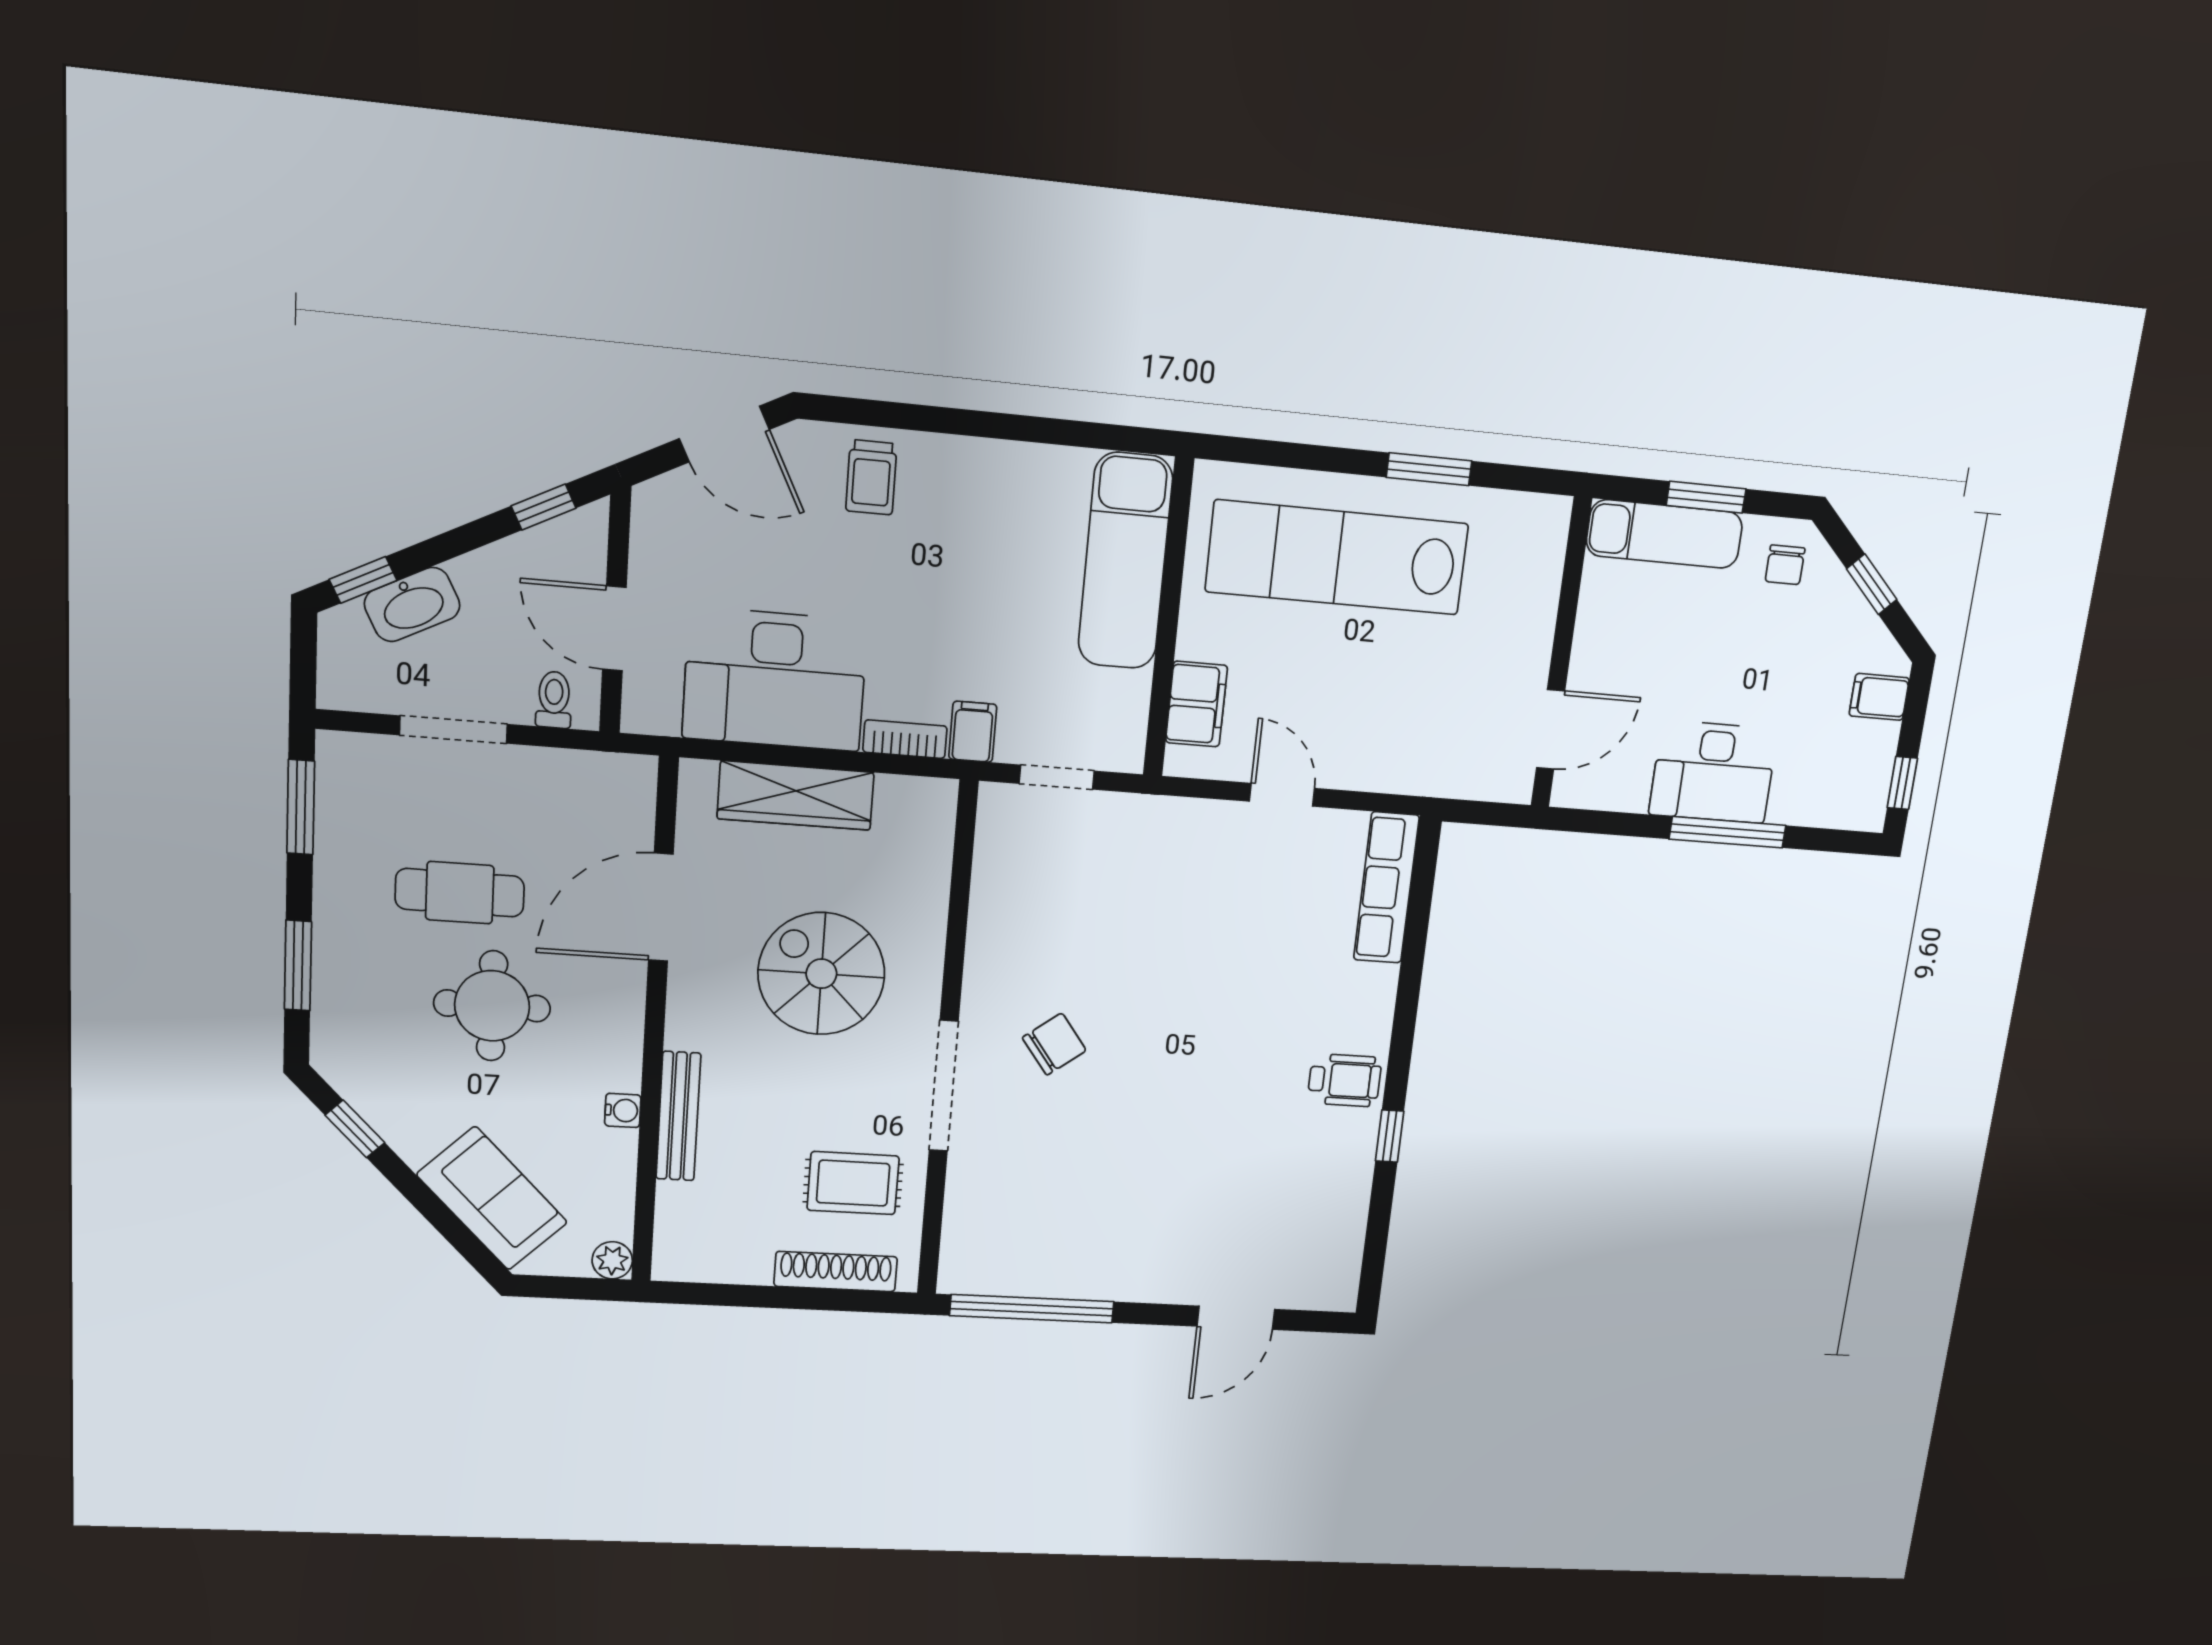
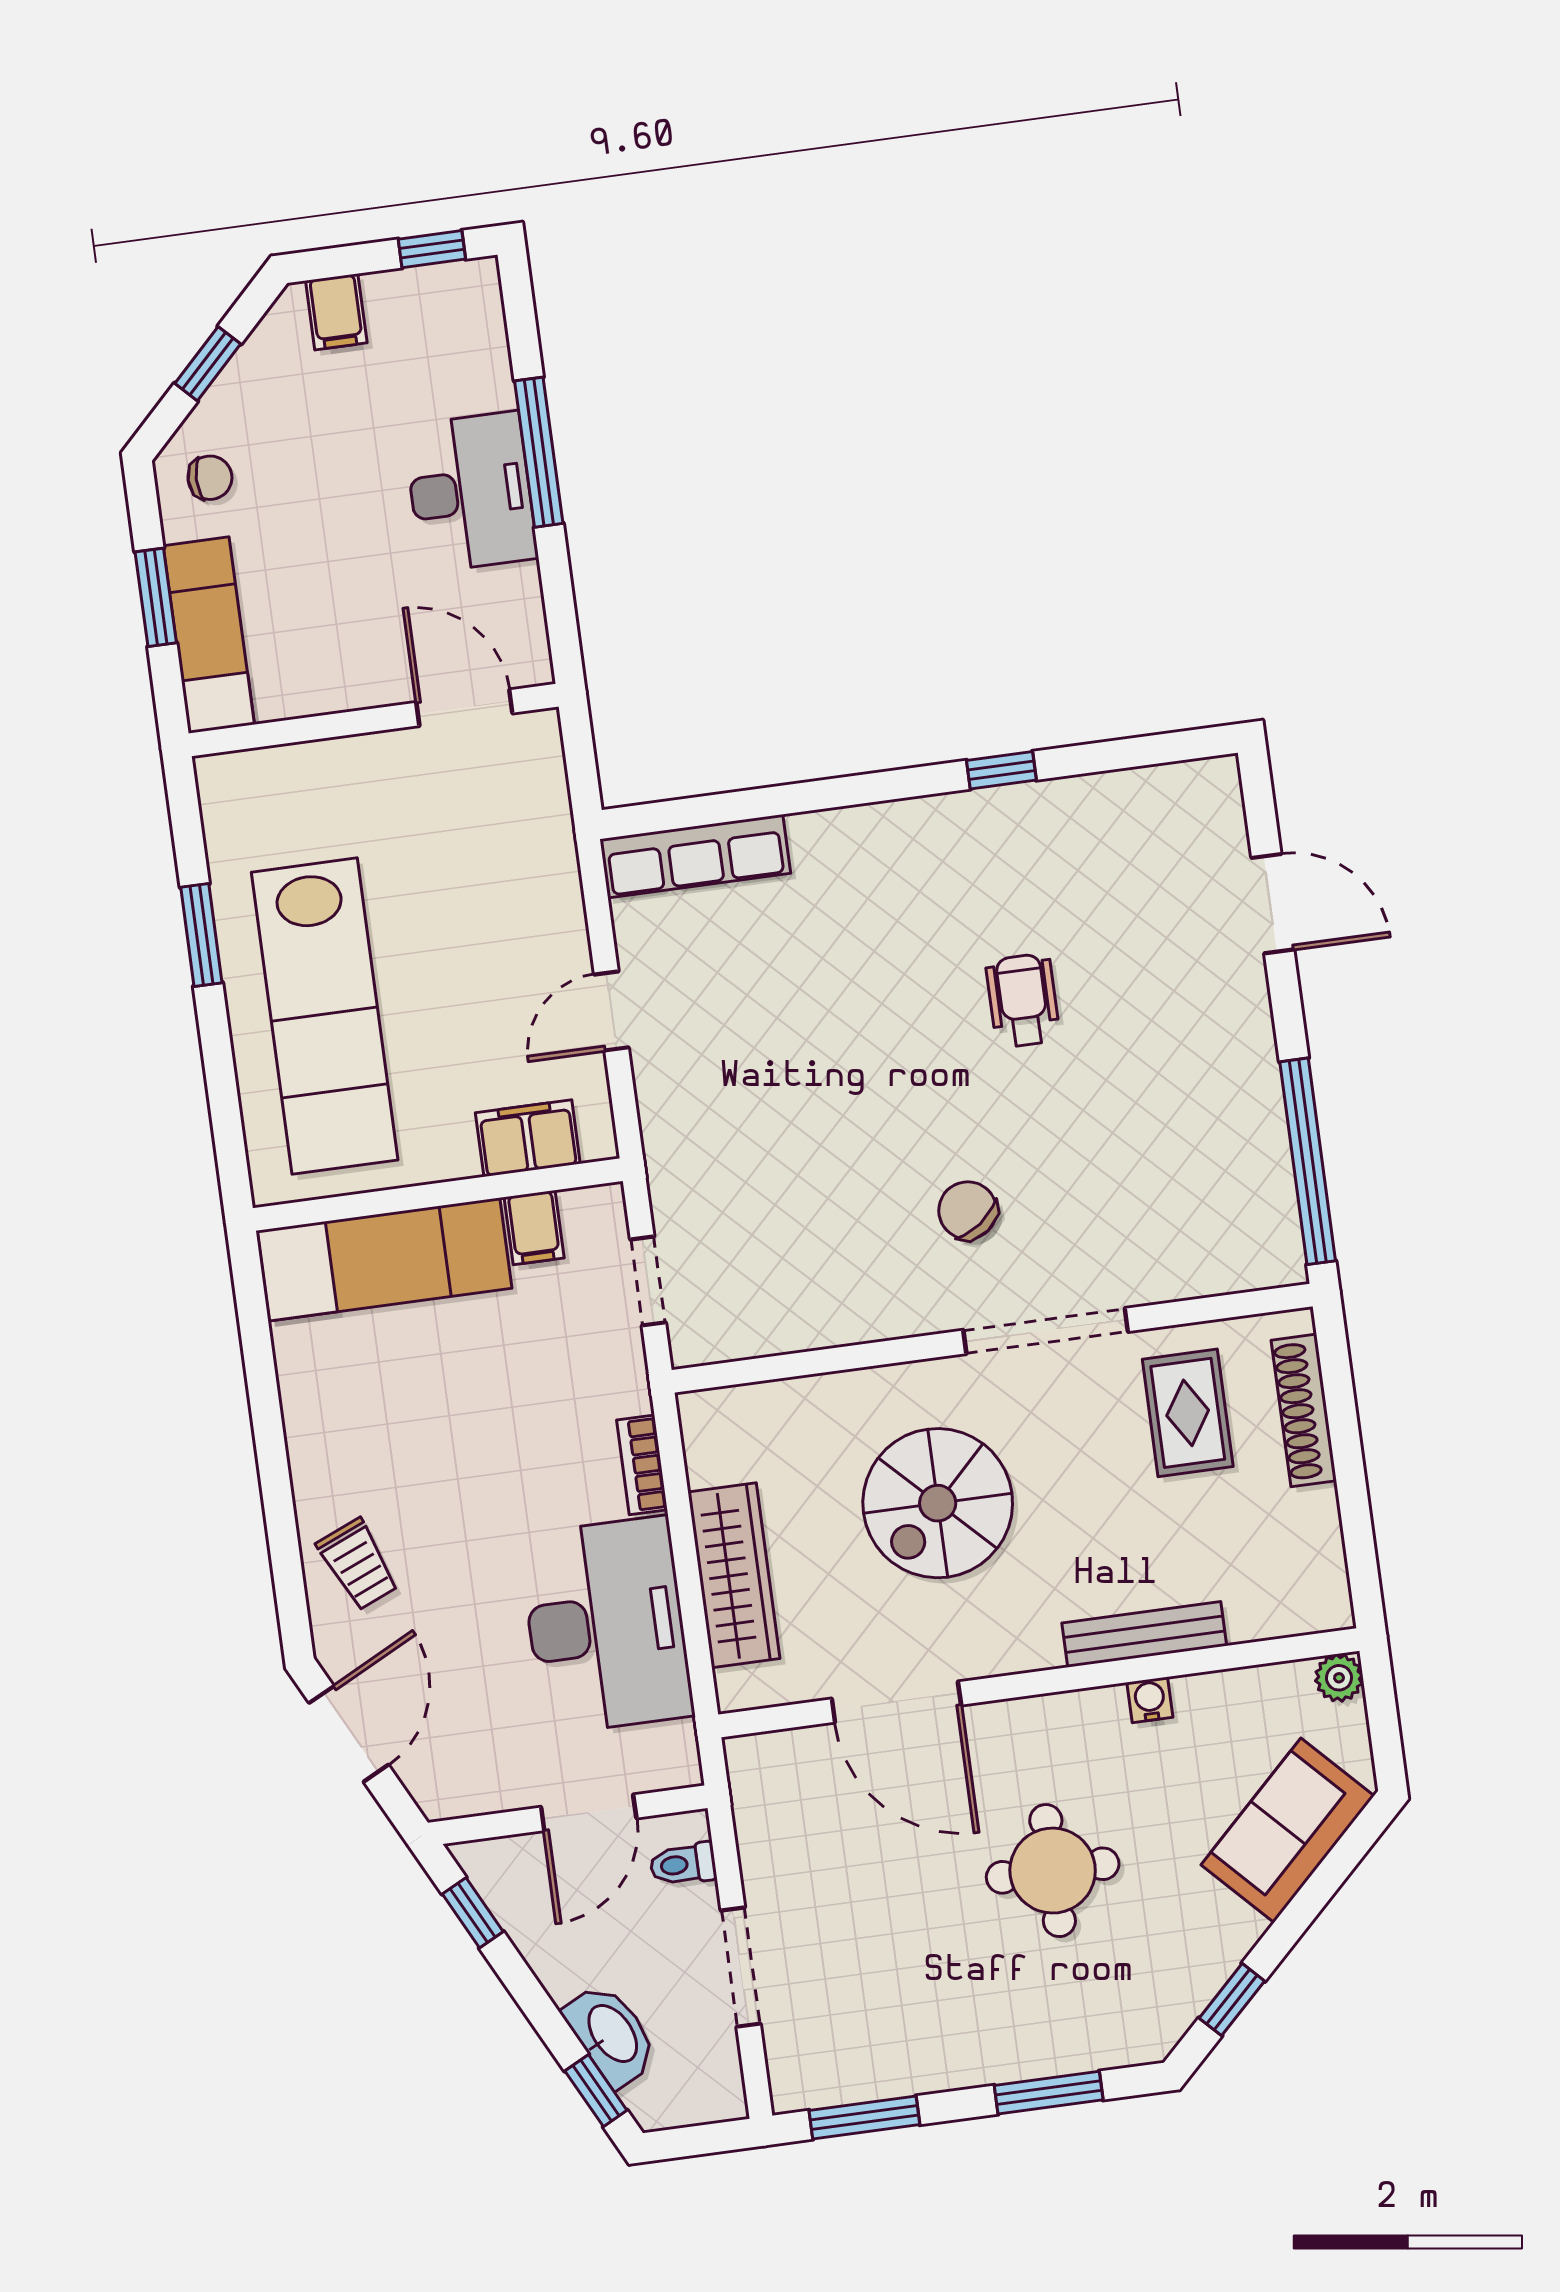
trolley: (871, 477) -> (358, 1564), turned 67
filing cabinet: (973, 732) -> (534, 1228), moved, turned -90
cafe table: (460, 893) -> (926, 1929), removed
wheelchair: (1345, 1080) -> (1023, 1000), moved

